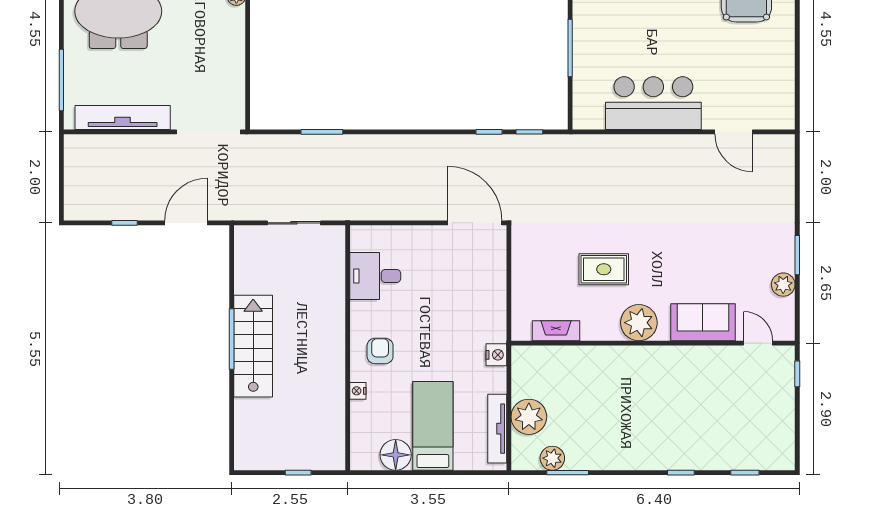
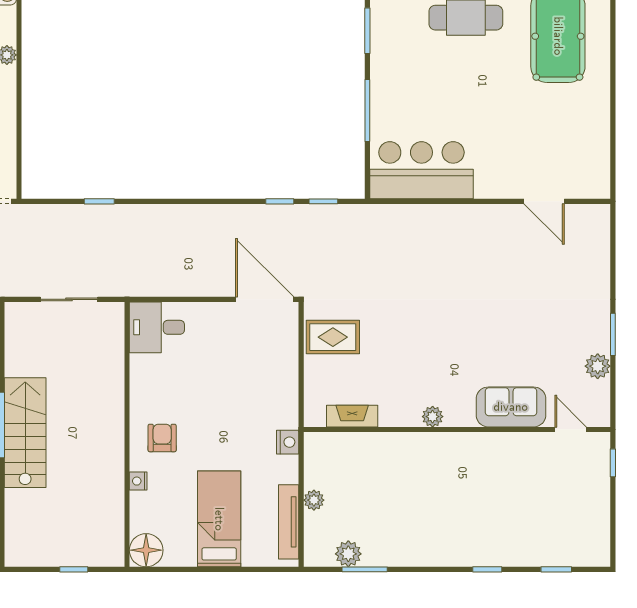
bar counter: (653, 103) -> (421, 170), moved
window: (322, 132) -> (99, 201), width x0.67
rug: (604, 269) -> (333, 337), moved
desk: (375, 276) -> (157, 327), moved
plant: (639, 323) -> (433, 417), width x0.53, depth x0.53
plant: (529, 417) -> (314, 500), width x0.53, depth x0.53
floor lamp: (396, 455) -> (146, 550), moved

